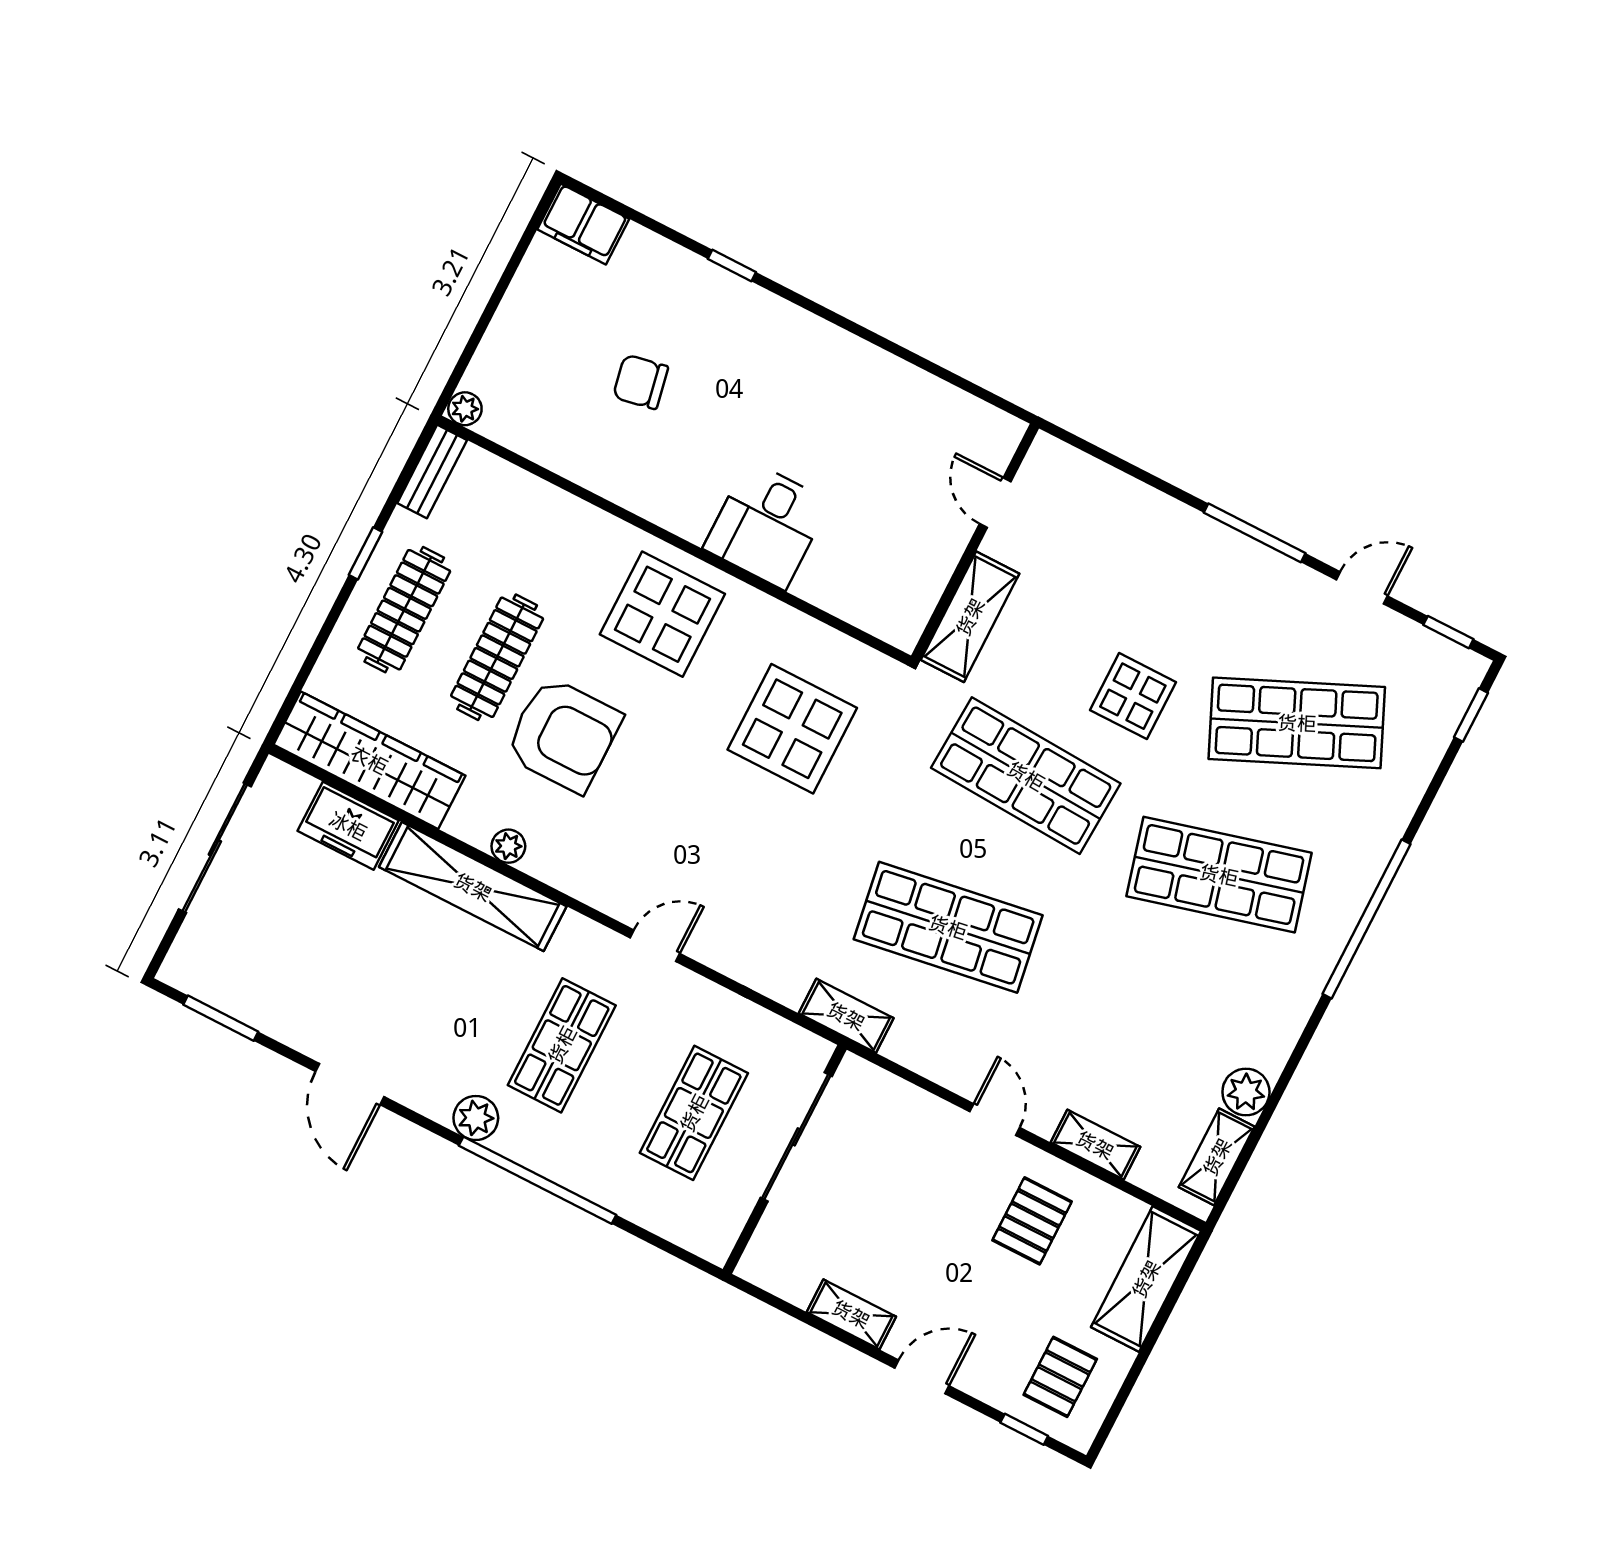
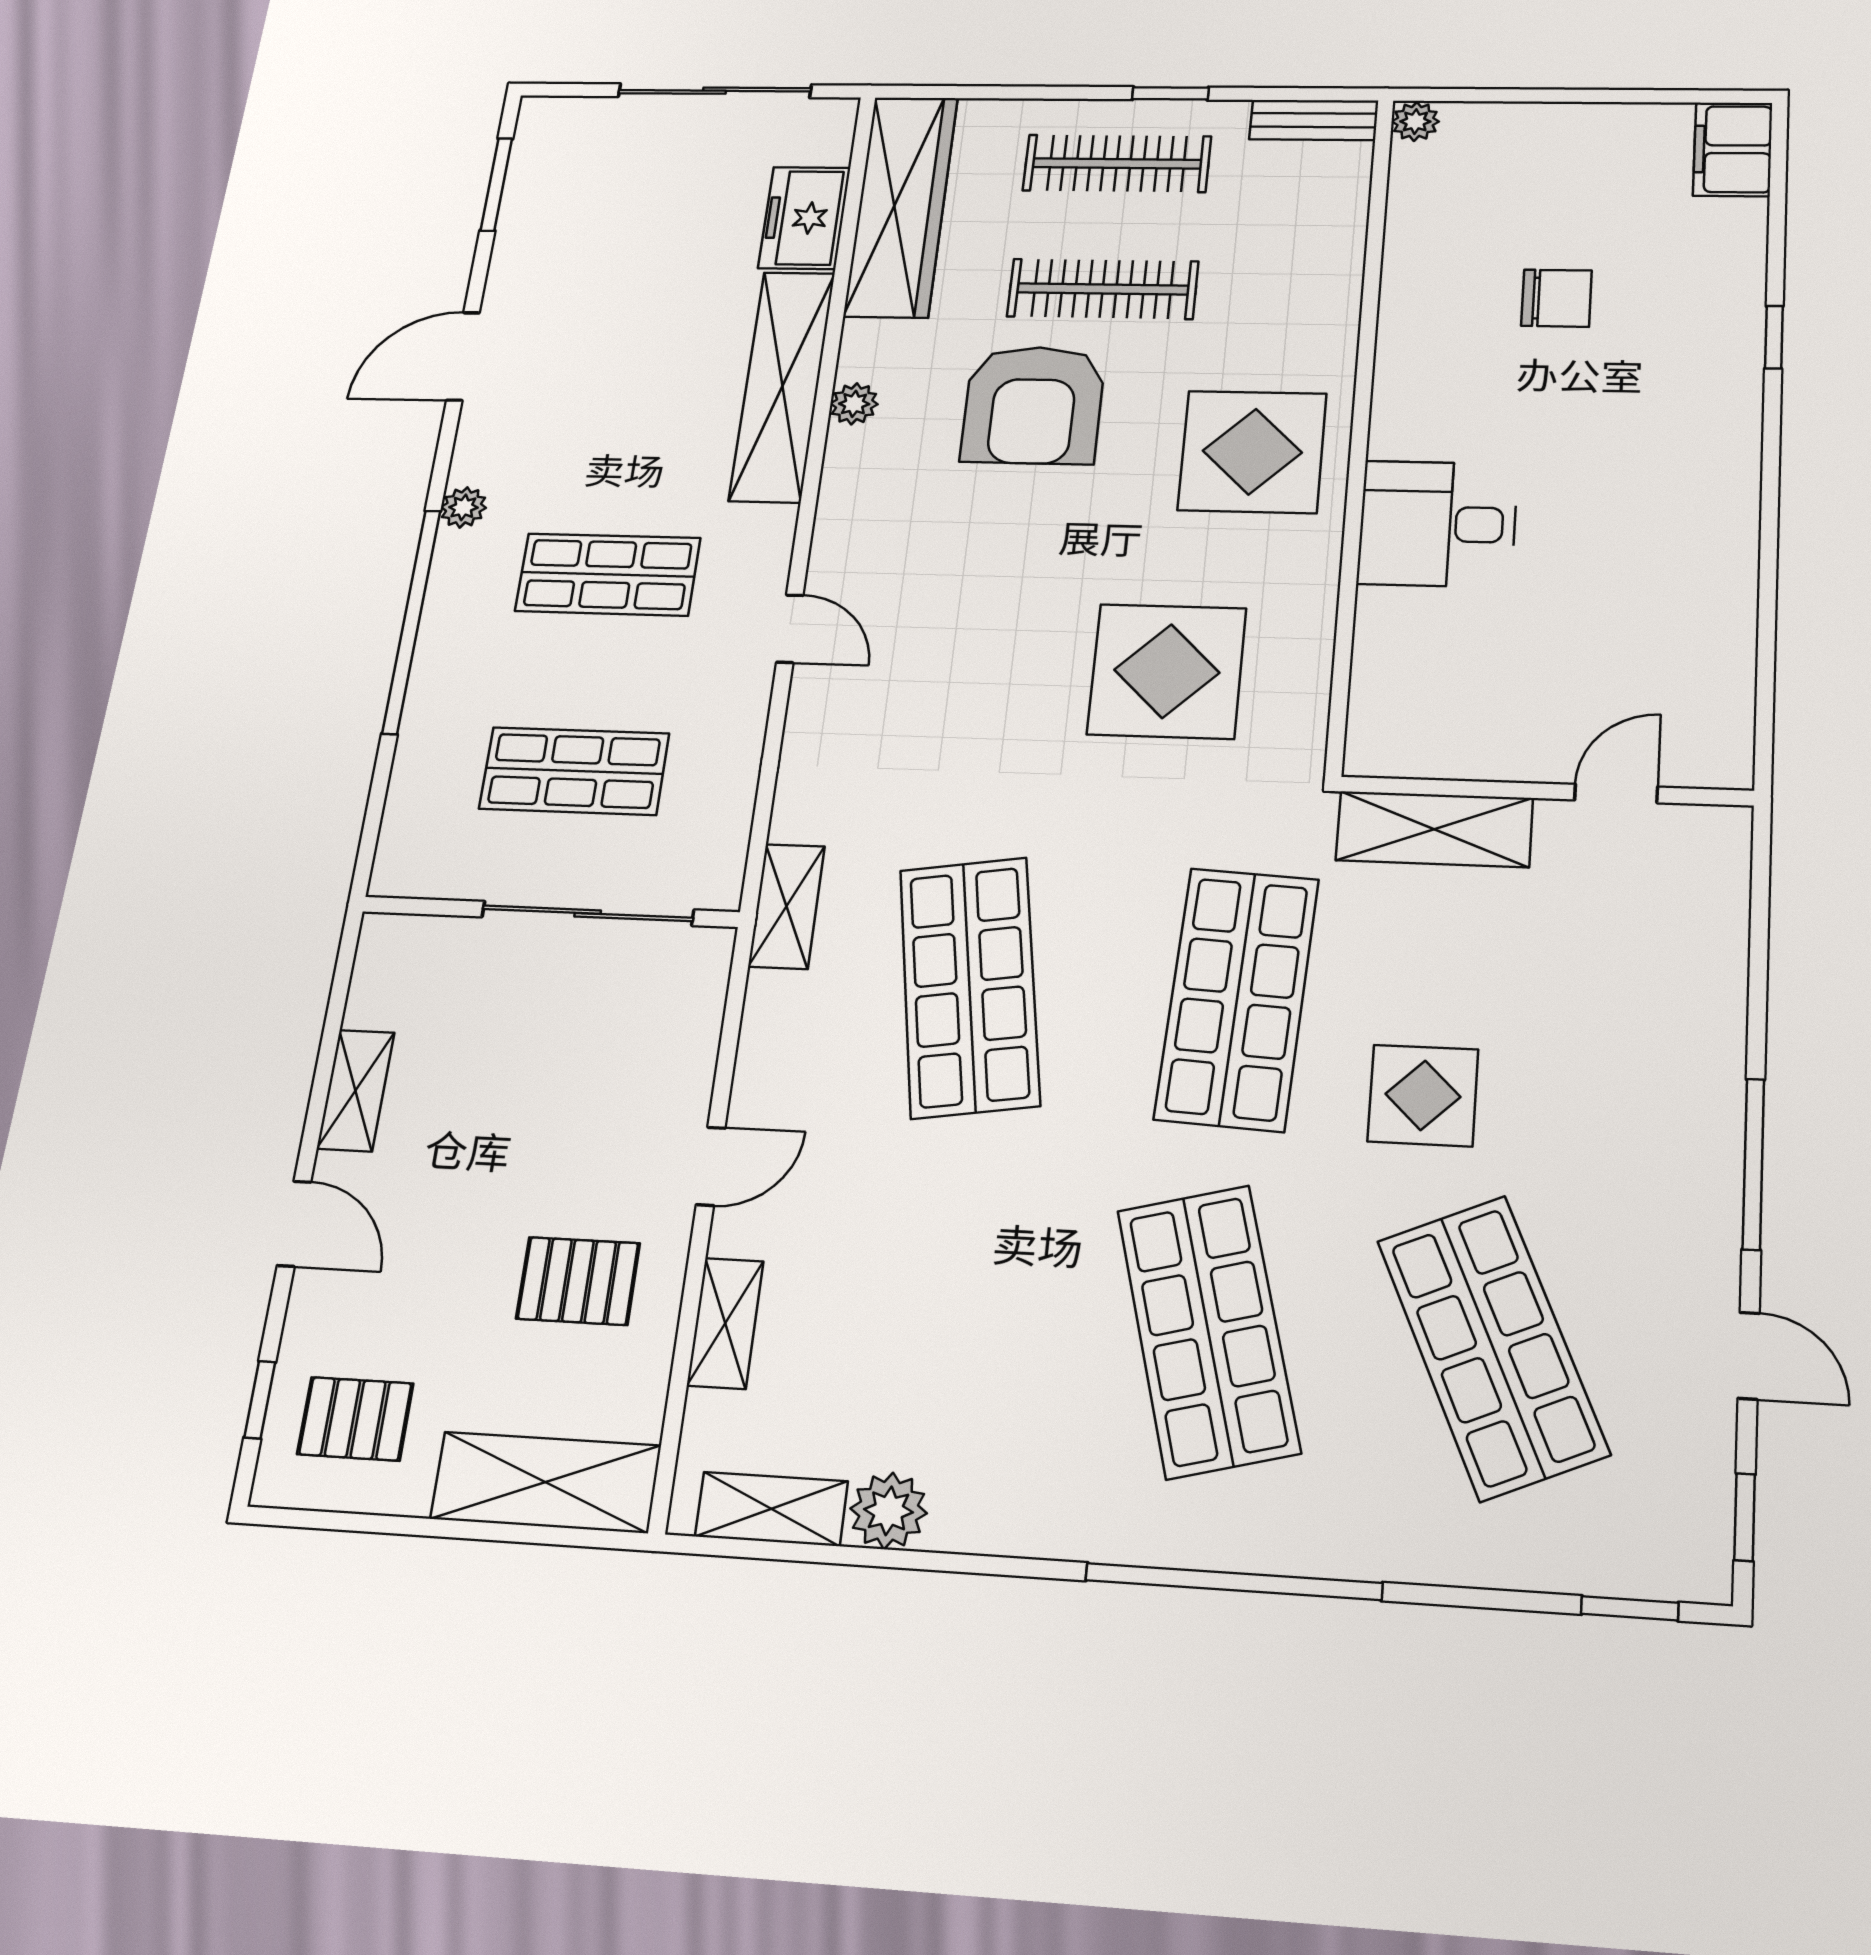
chair: (641, 382) -> (1556, 298), turned 101
plant: (476, 1118) -> (463, 507), width x0.73, depth x0.73

